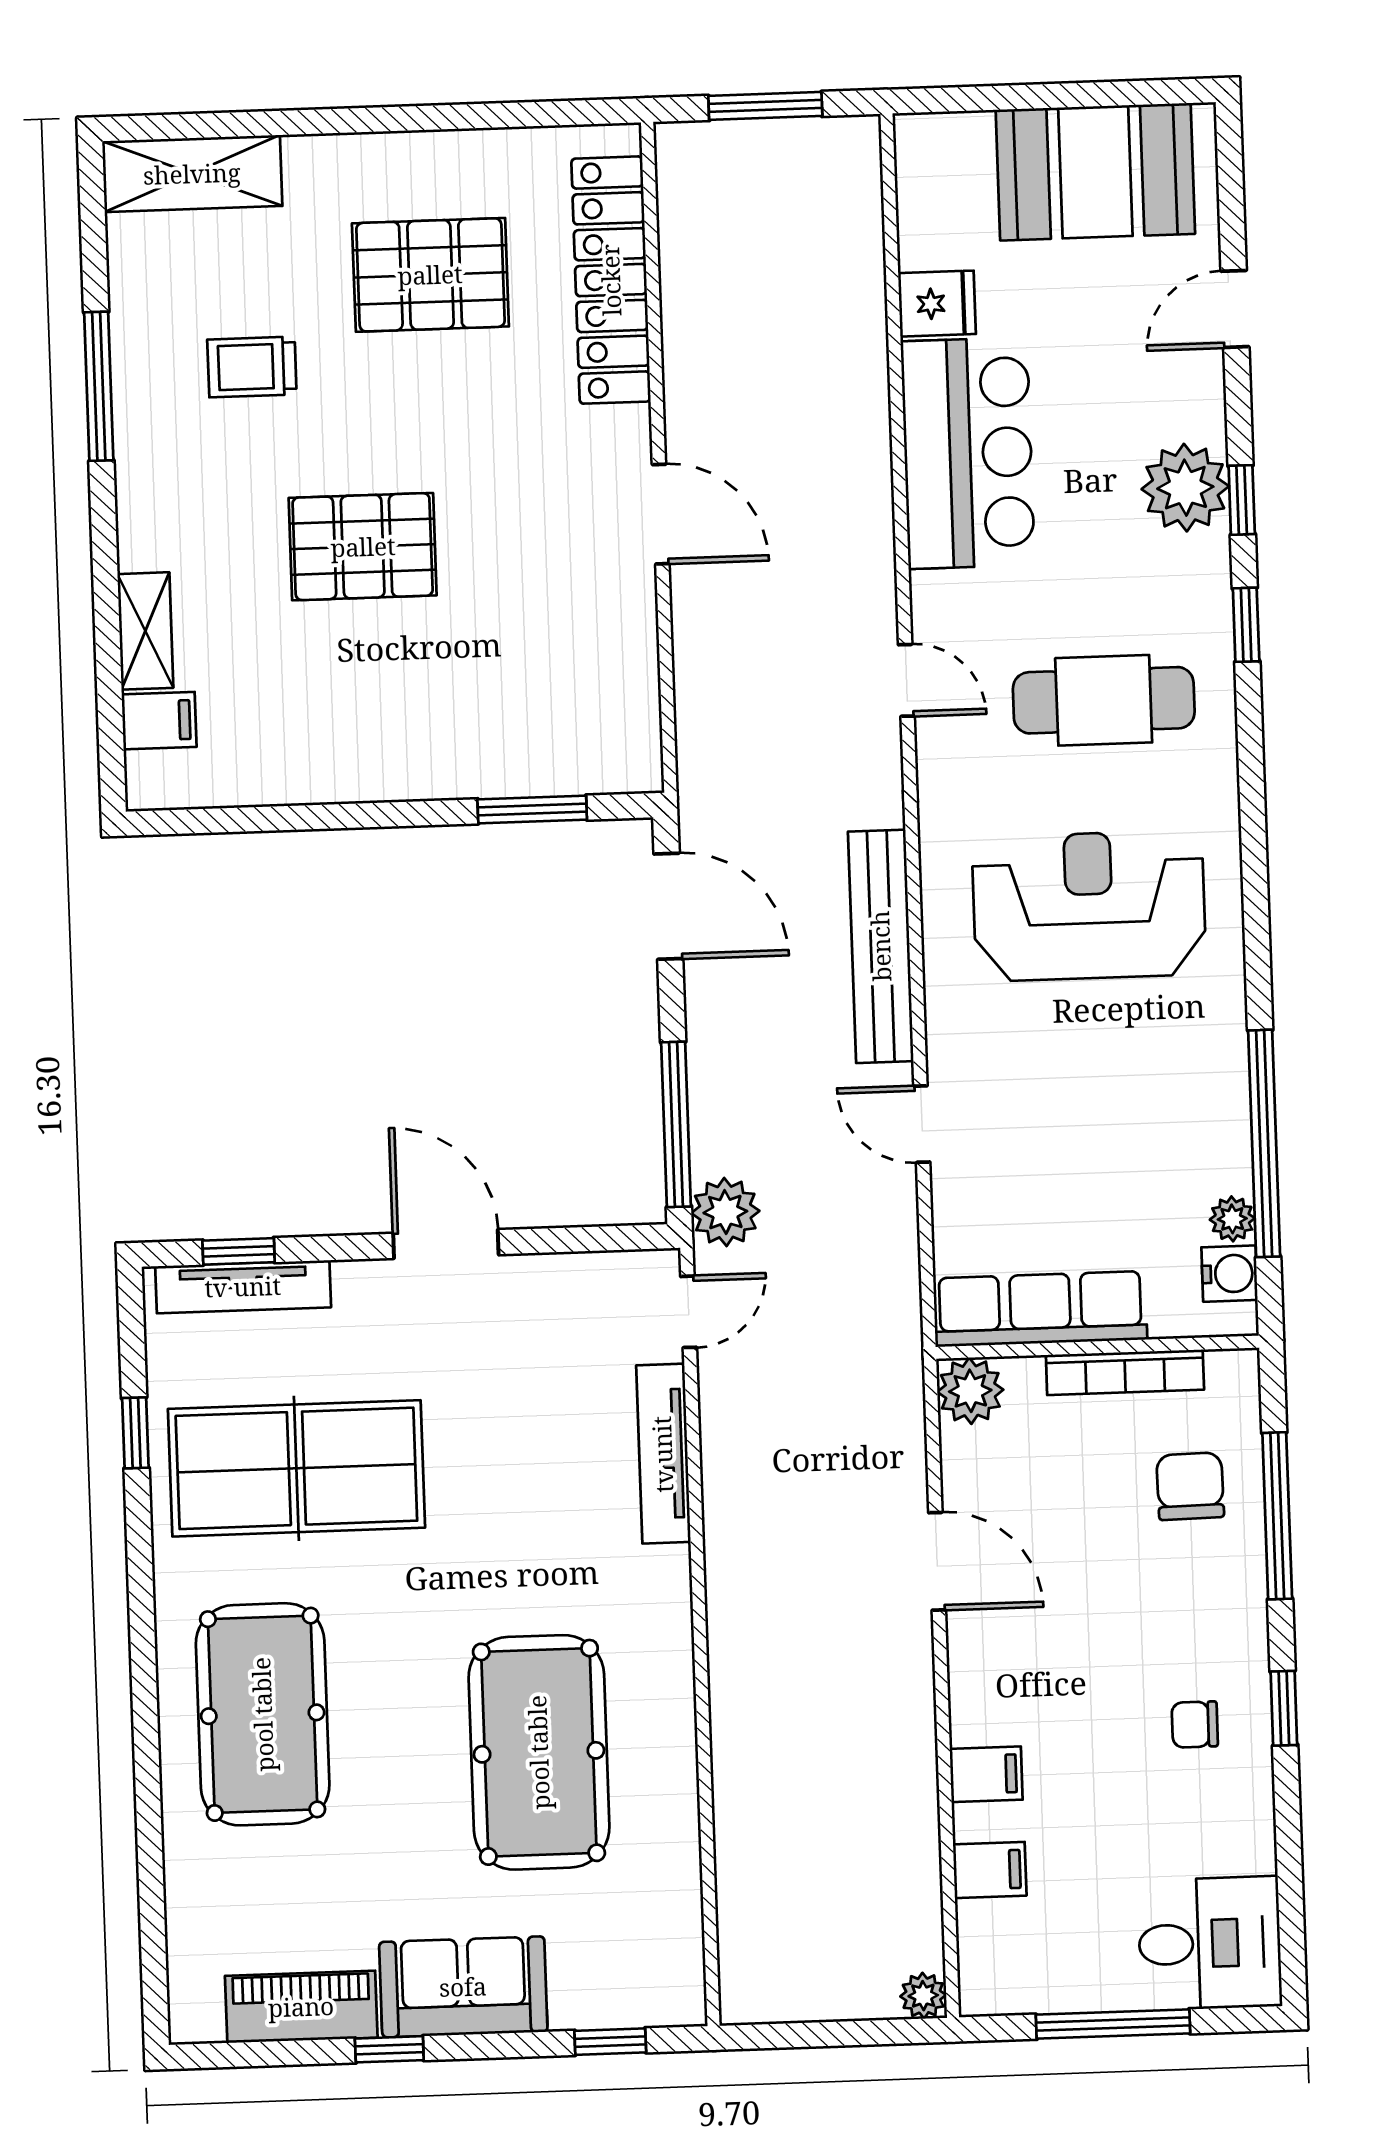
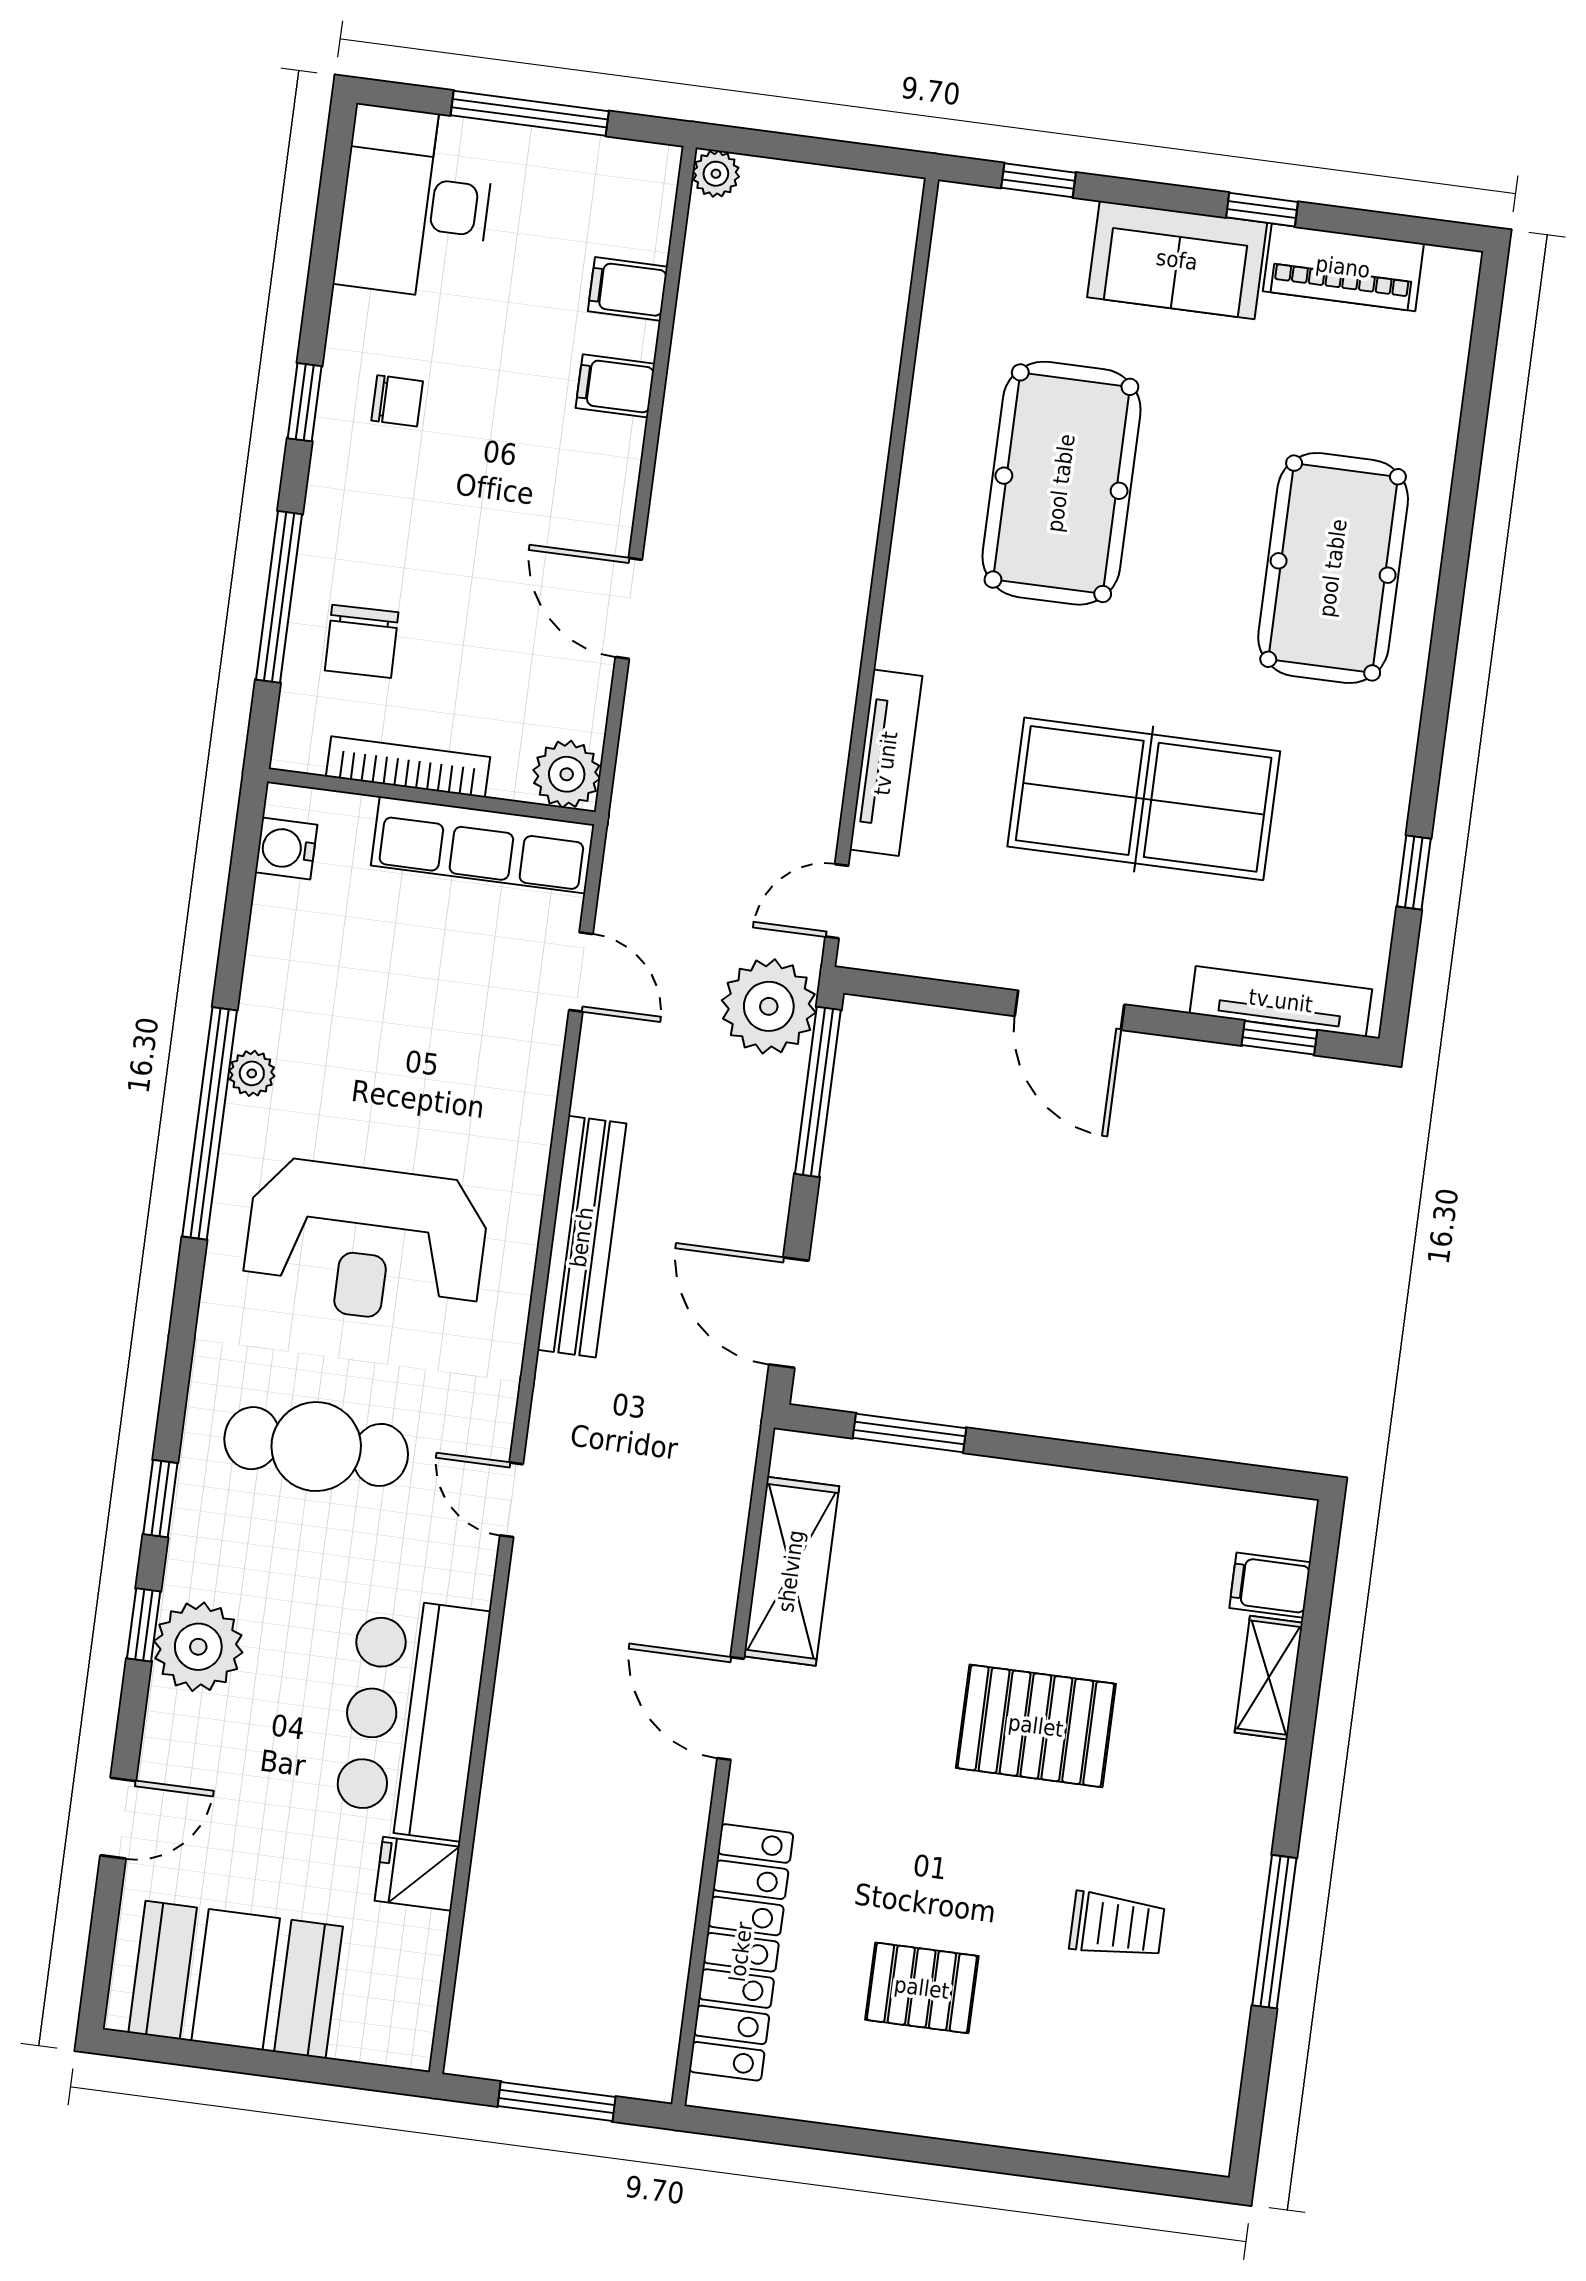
shelving: (192, 174) -> (791, 1571), moved, turned 90
pallet: (430, 275) -> (922, 1988), width x0.67, depth x0.71
door: (922, 1124) -> (581, 972), moved
window: (1264, 1143) -> (210, 1123), moved
plant: (725, 1212) -> (769, 1006), width x1.36, depth x1.36
plant: (1232, 1219) -> (252, 1073), moved
table tennis table: (296, 1468) -> (1144, 799), moved
desk: (1210, 1943) -> (416, 203), width x1.37

